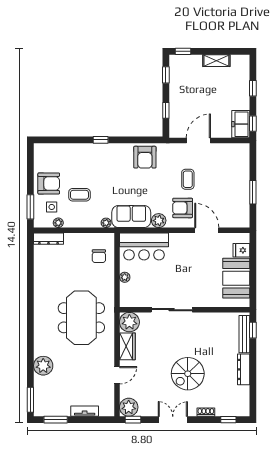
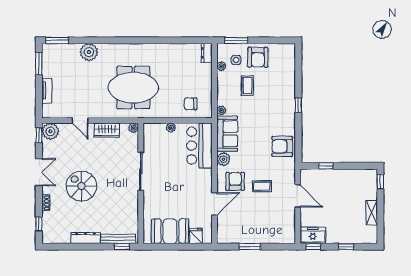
window: (166, 75) -> (358, 166), removed
dresser: (49, 239) -> (207, 53), width x0.70
plant: (129, 322) -> (134, 128), width x0.53, depth x0.53

